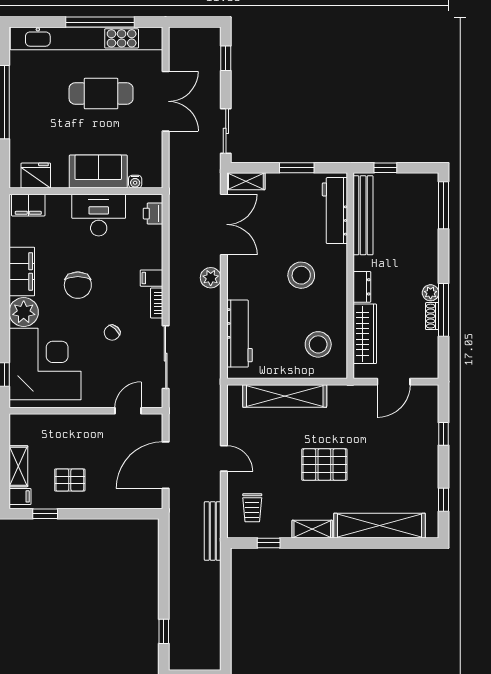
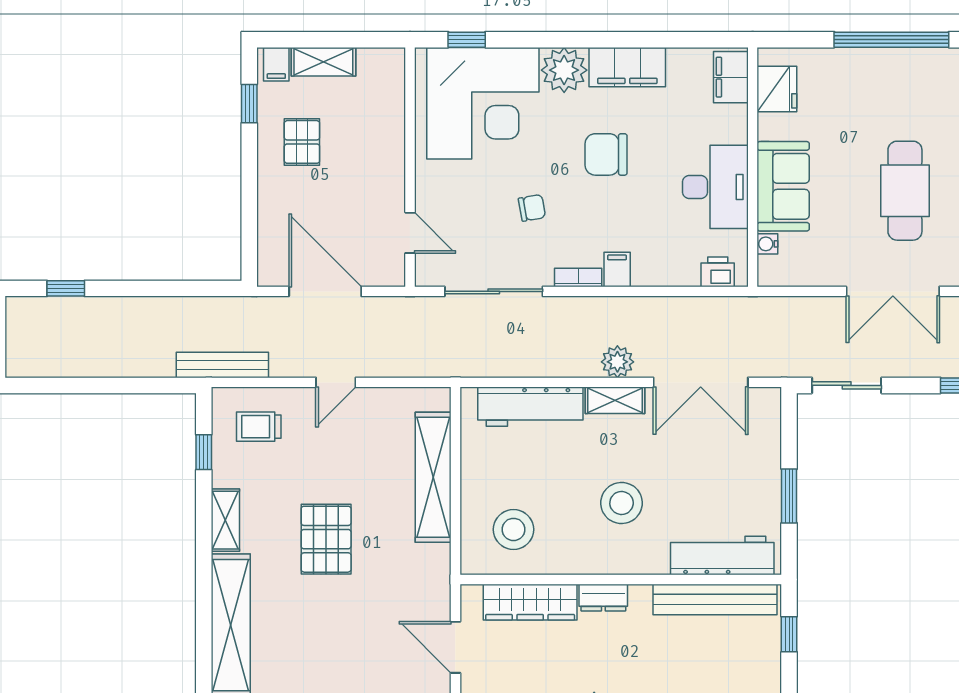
shelving: (246, 181) -> (615, 400), moved, turned 90
chair: (112, 333) -> (532, 208), turned 126

